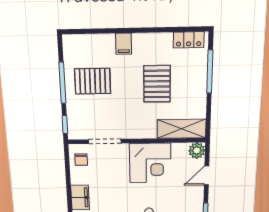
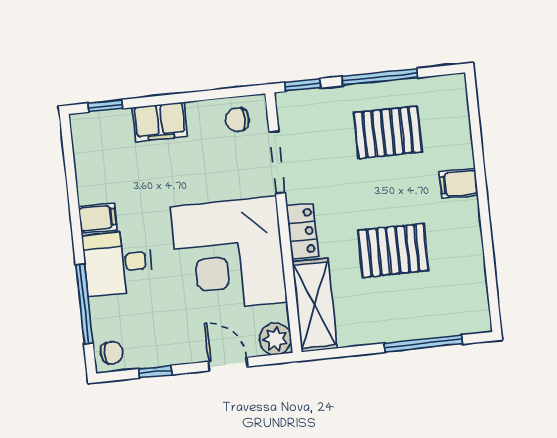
locker: (189, 40) -> (302, 231), moved, turned 180
pallet: (93, 81) -> (388, 132), turned 90
corner desk: (150, 163) -> (229, 254), width x1.36, depth x1.36

